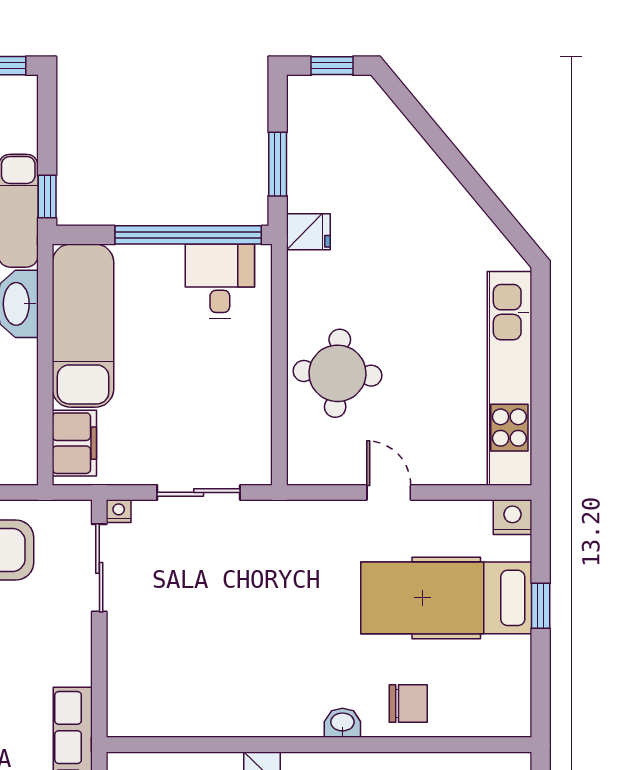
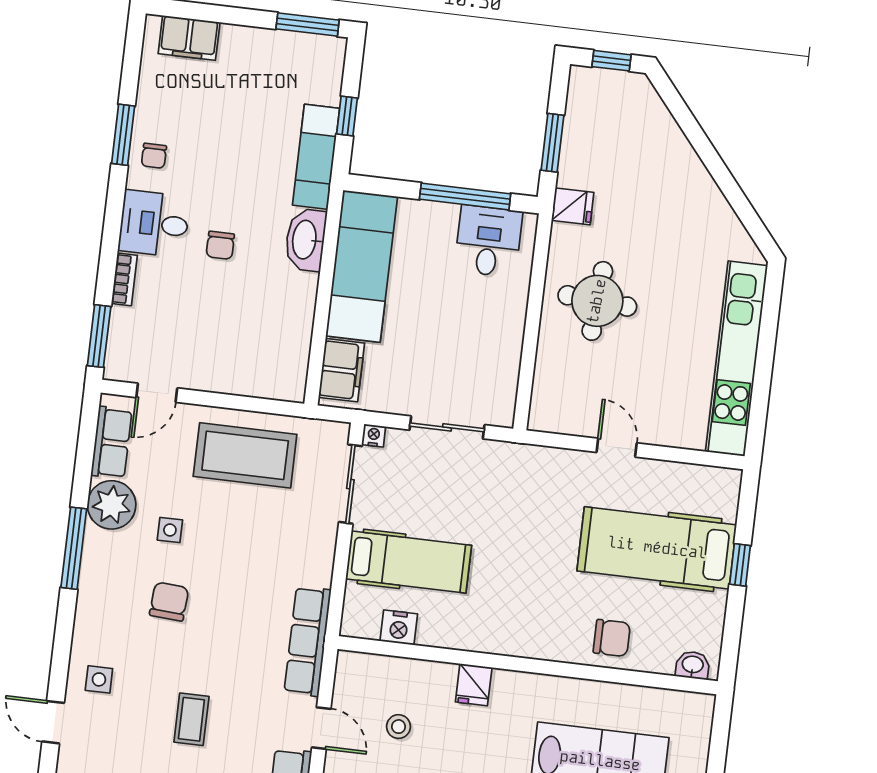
window: (47, 197) -> (347, 116), moved
window: (188, 235) -> (465, 196), width x0.68
round table: (337, 373) -> (597, 301), moved
nightstand: (512, 517) -> (399, 627), moved, turned 180
hospital bed: (174, 646) -> (409, 562), added
washbasin: (342, 723) -> (693, 665), moved

